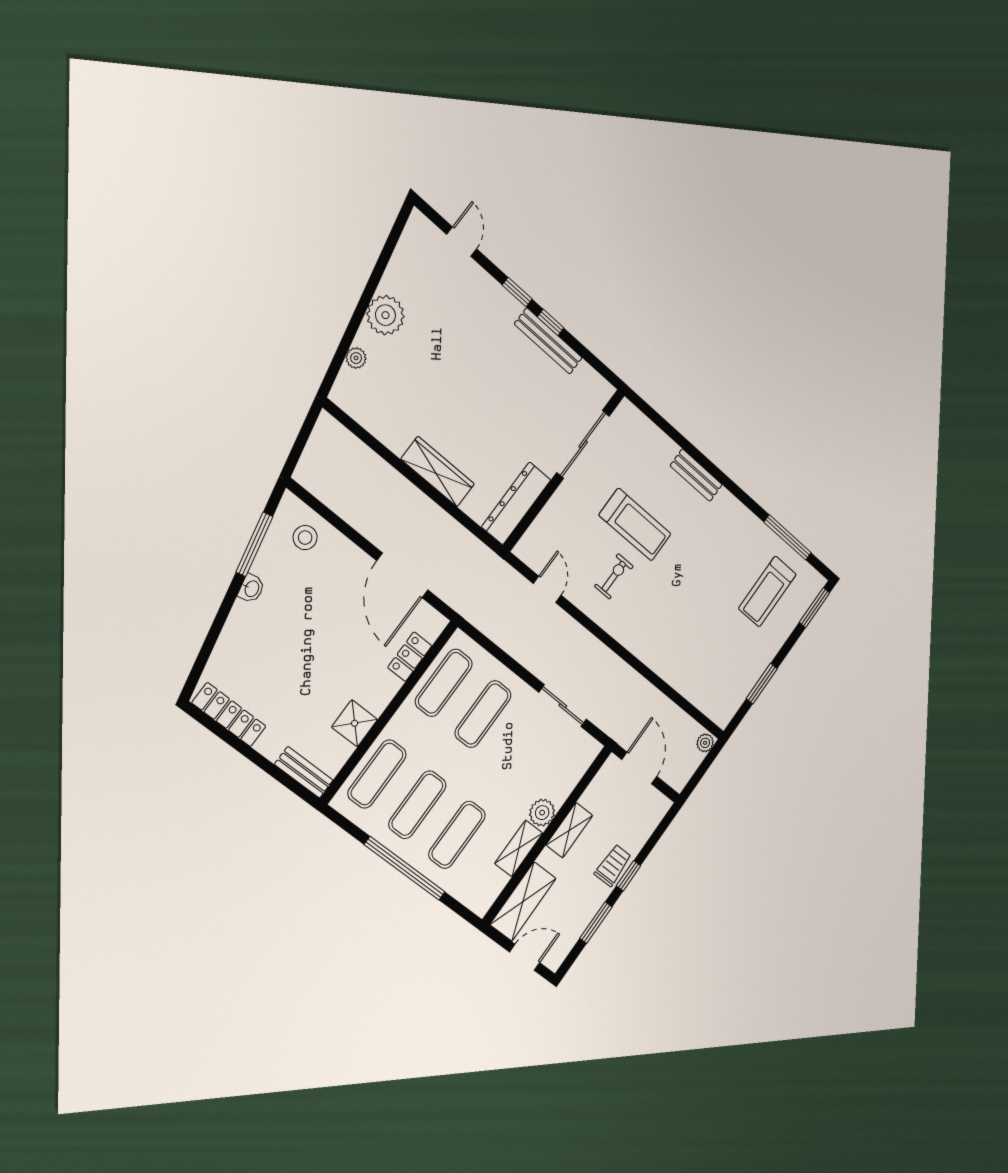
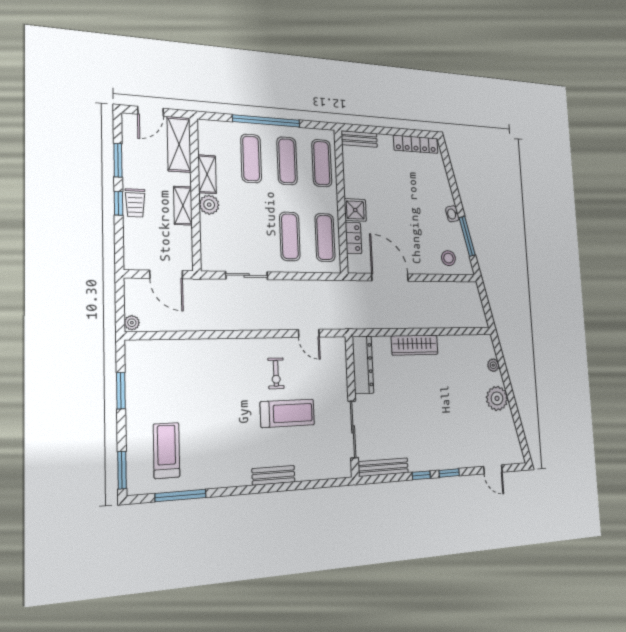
bench: (548, 341) -> (383, 467), moved
treadmill: (635, 525) -> (287, 413), turned 180
shower: (355, 723) -> (355, 210), moved

